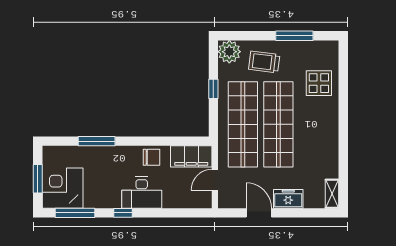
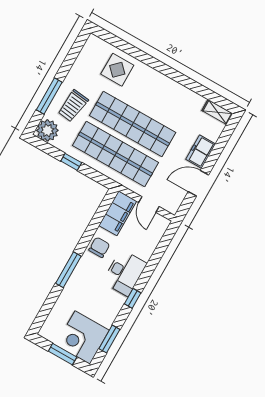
window: (294, 36) -> (49, 96), moved
window: (97, 141) -> (68, 270), moved
window: (75, 213) -> (109, 339), width x0.69

